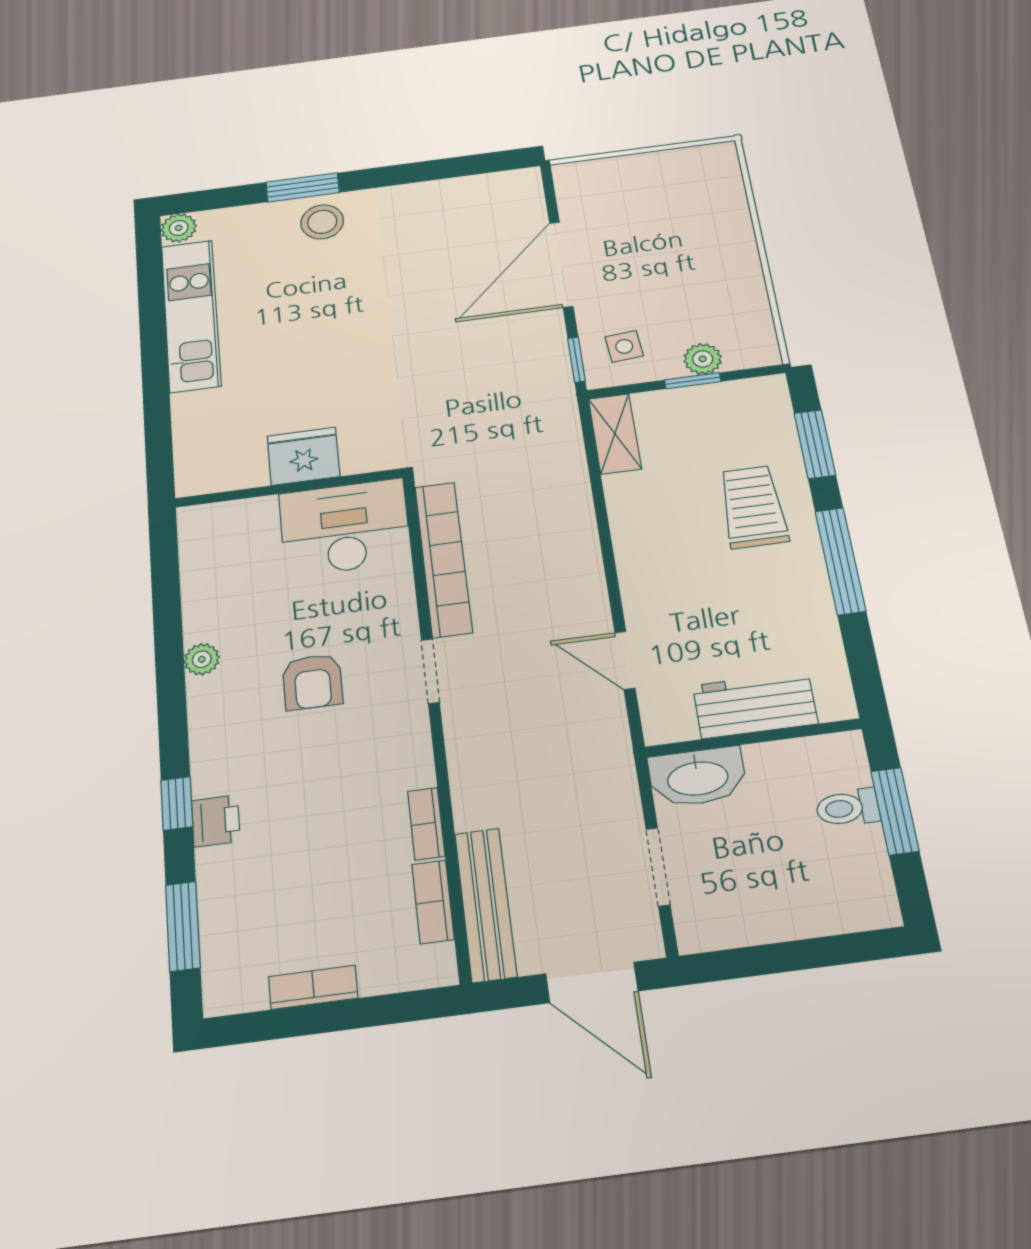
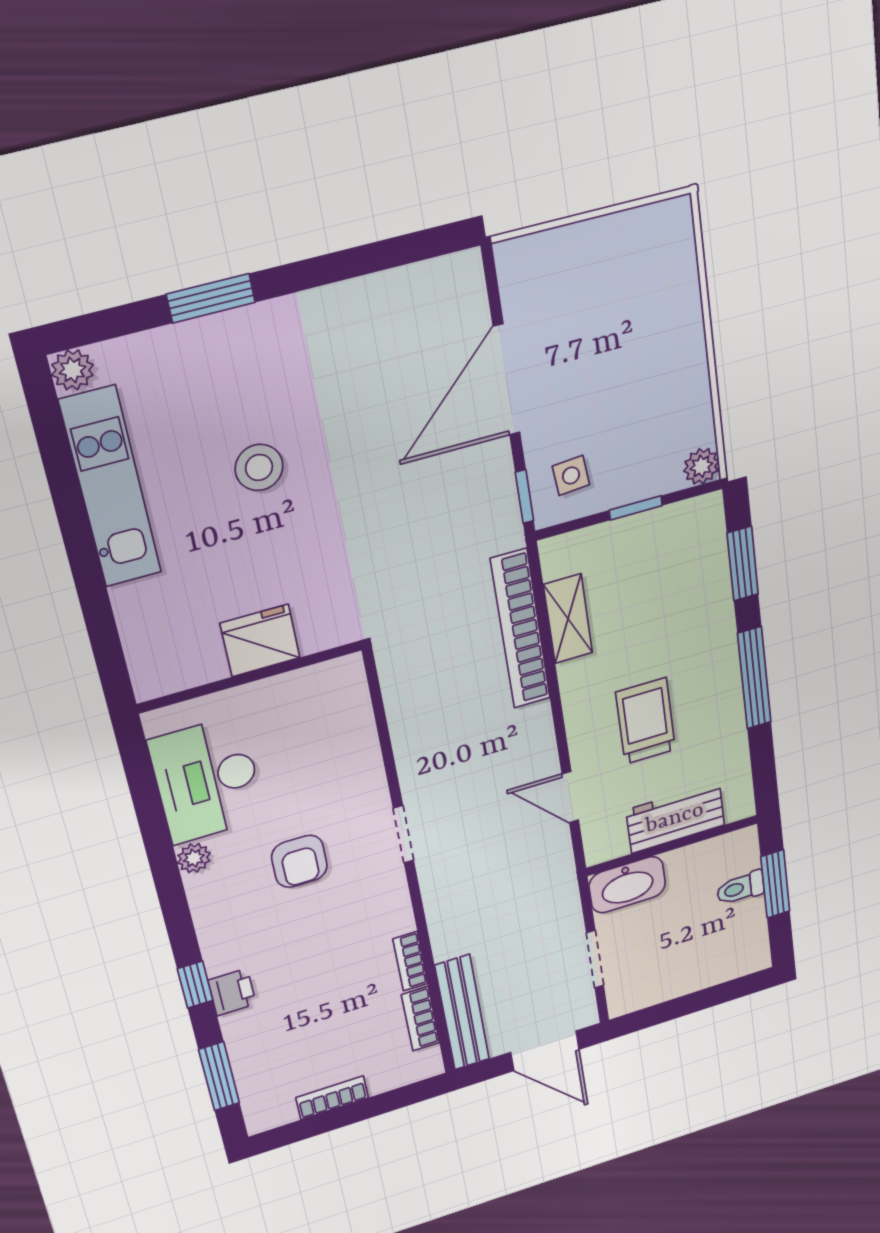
stool: (322, 222) -> (259, 467), moved
plant: (703, 359) -> (701, 466), moved
shelving: (615, 434) -> (568, 619), moved
trolley: (753, 507) -> (646, 721), moved
desk: (345, 527) -> (207, 780), moved, turned -90
bookcase: (443, 559) -> (520, 629), moved, turned 180

